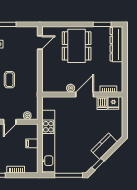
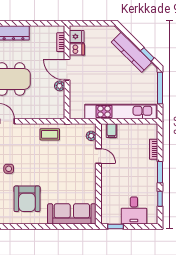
coffee table: (9, 80) -> (50, 134), moved
filing cabinet: (32, 143) -> (112, 131), moved
kitchen counter: (104, 146) -> (132, 52), width x1.50

